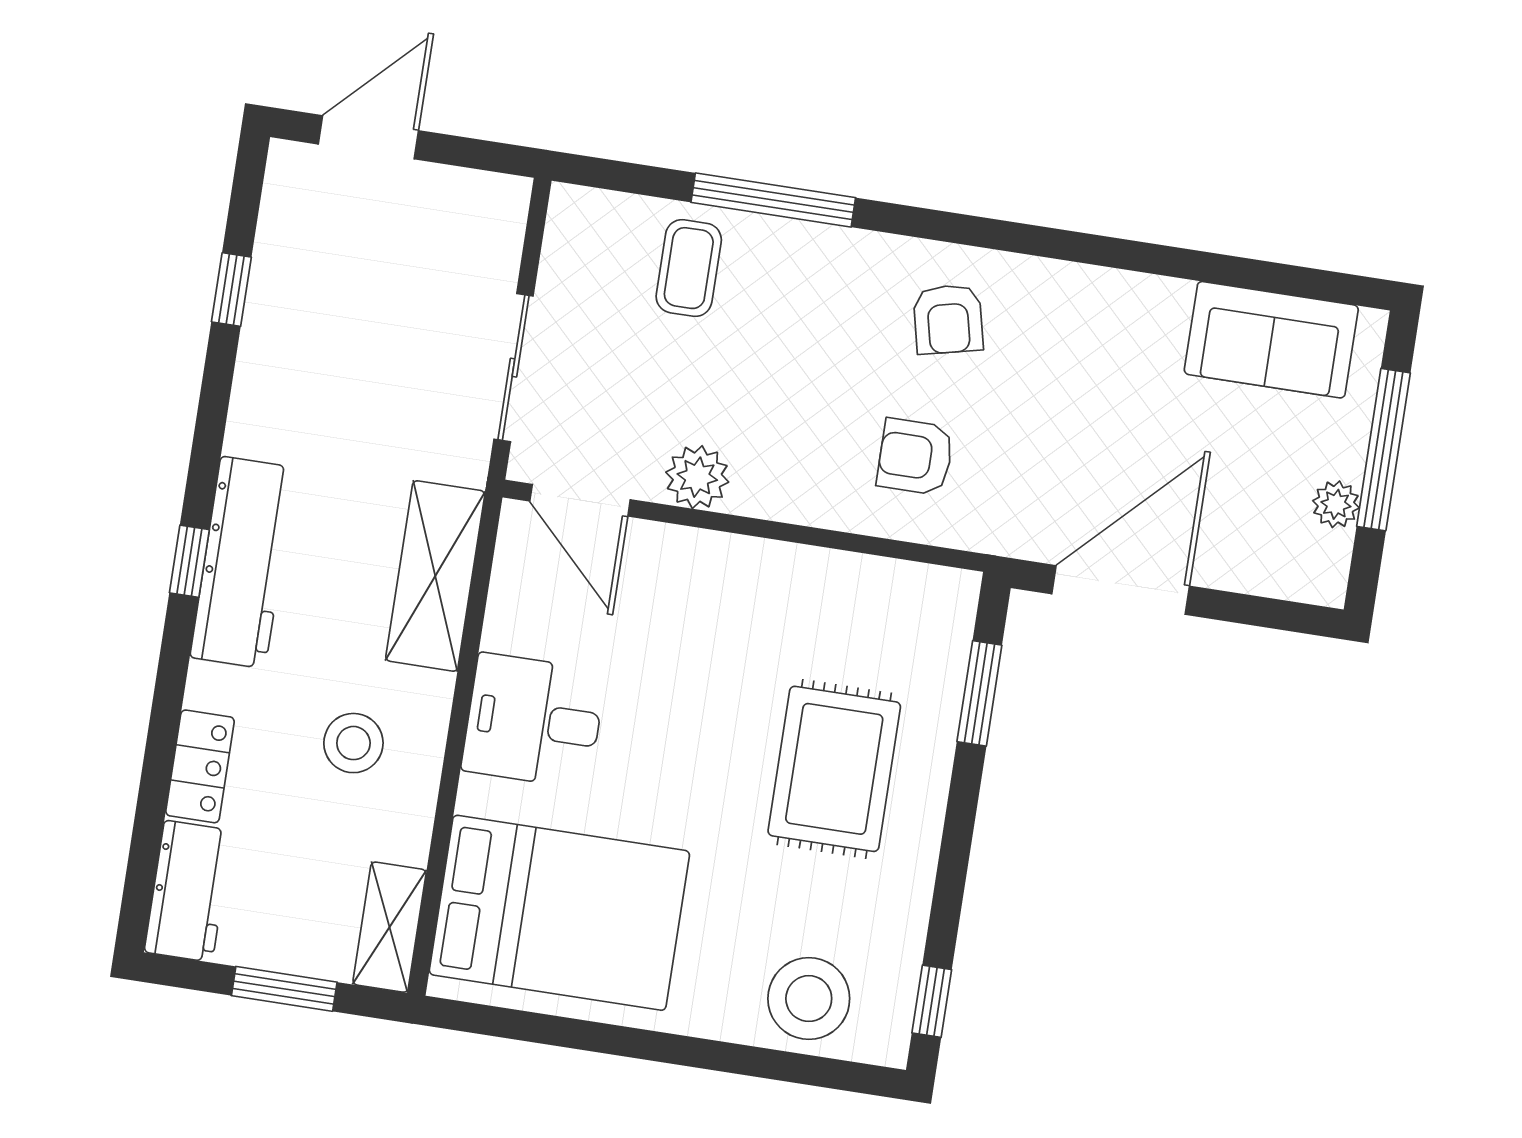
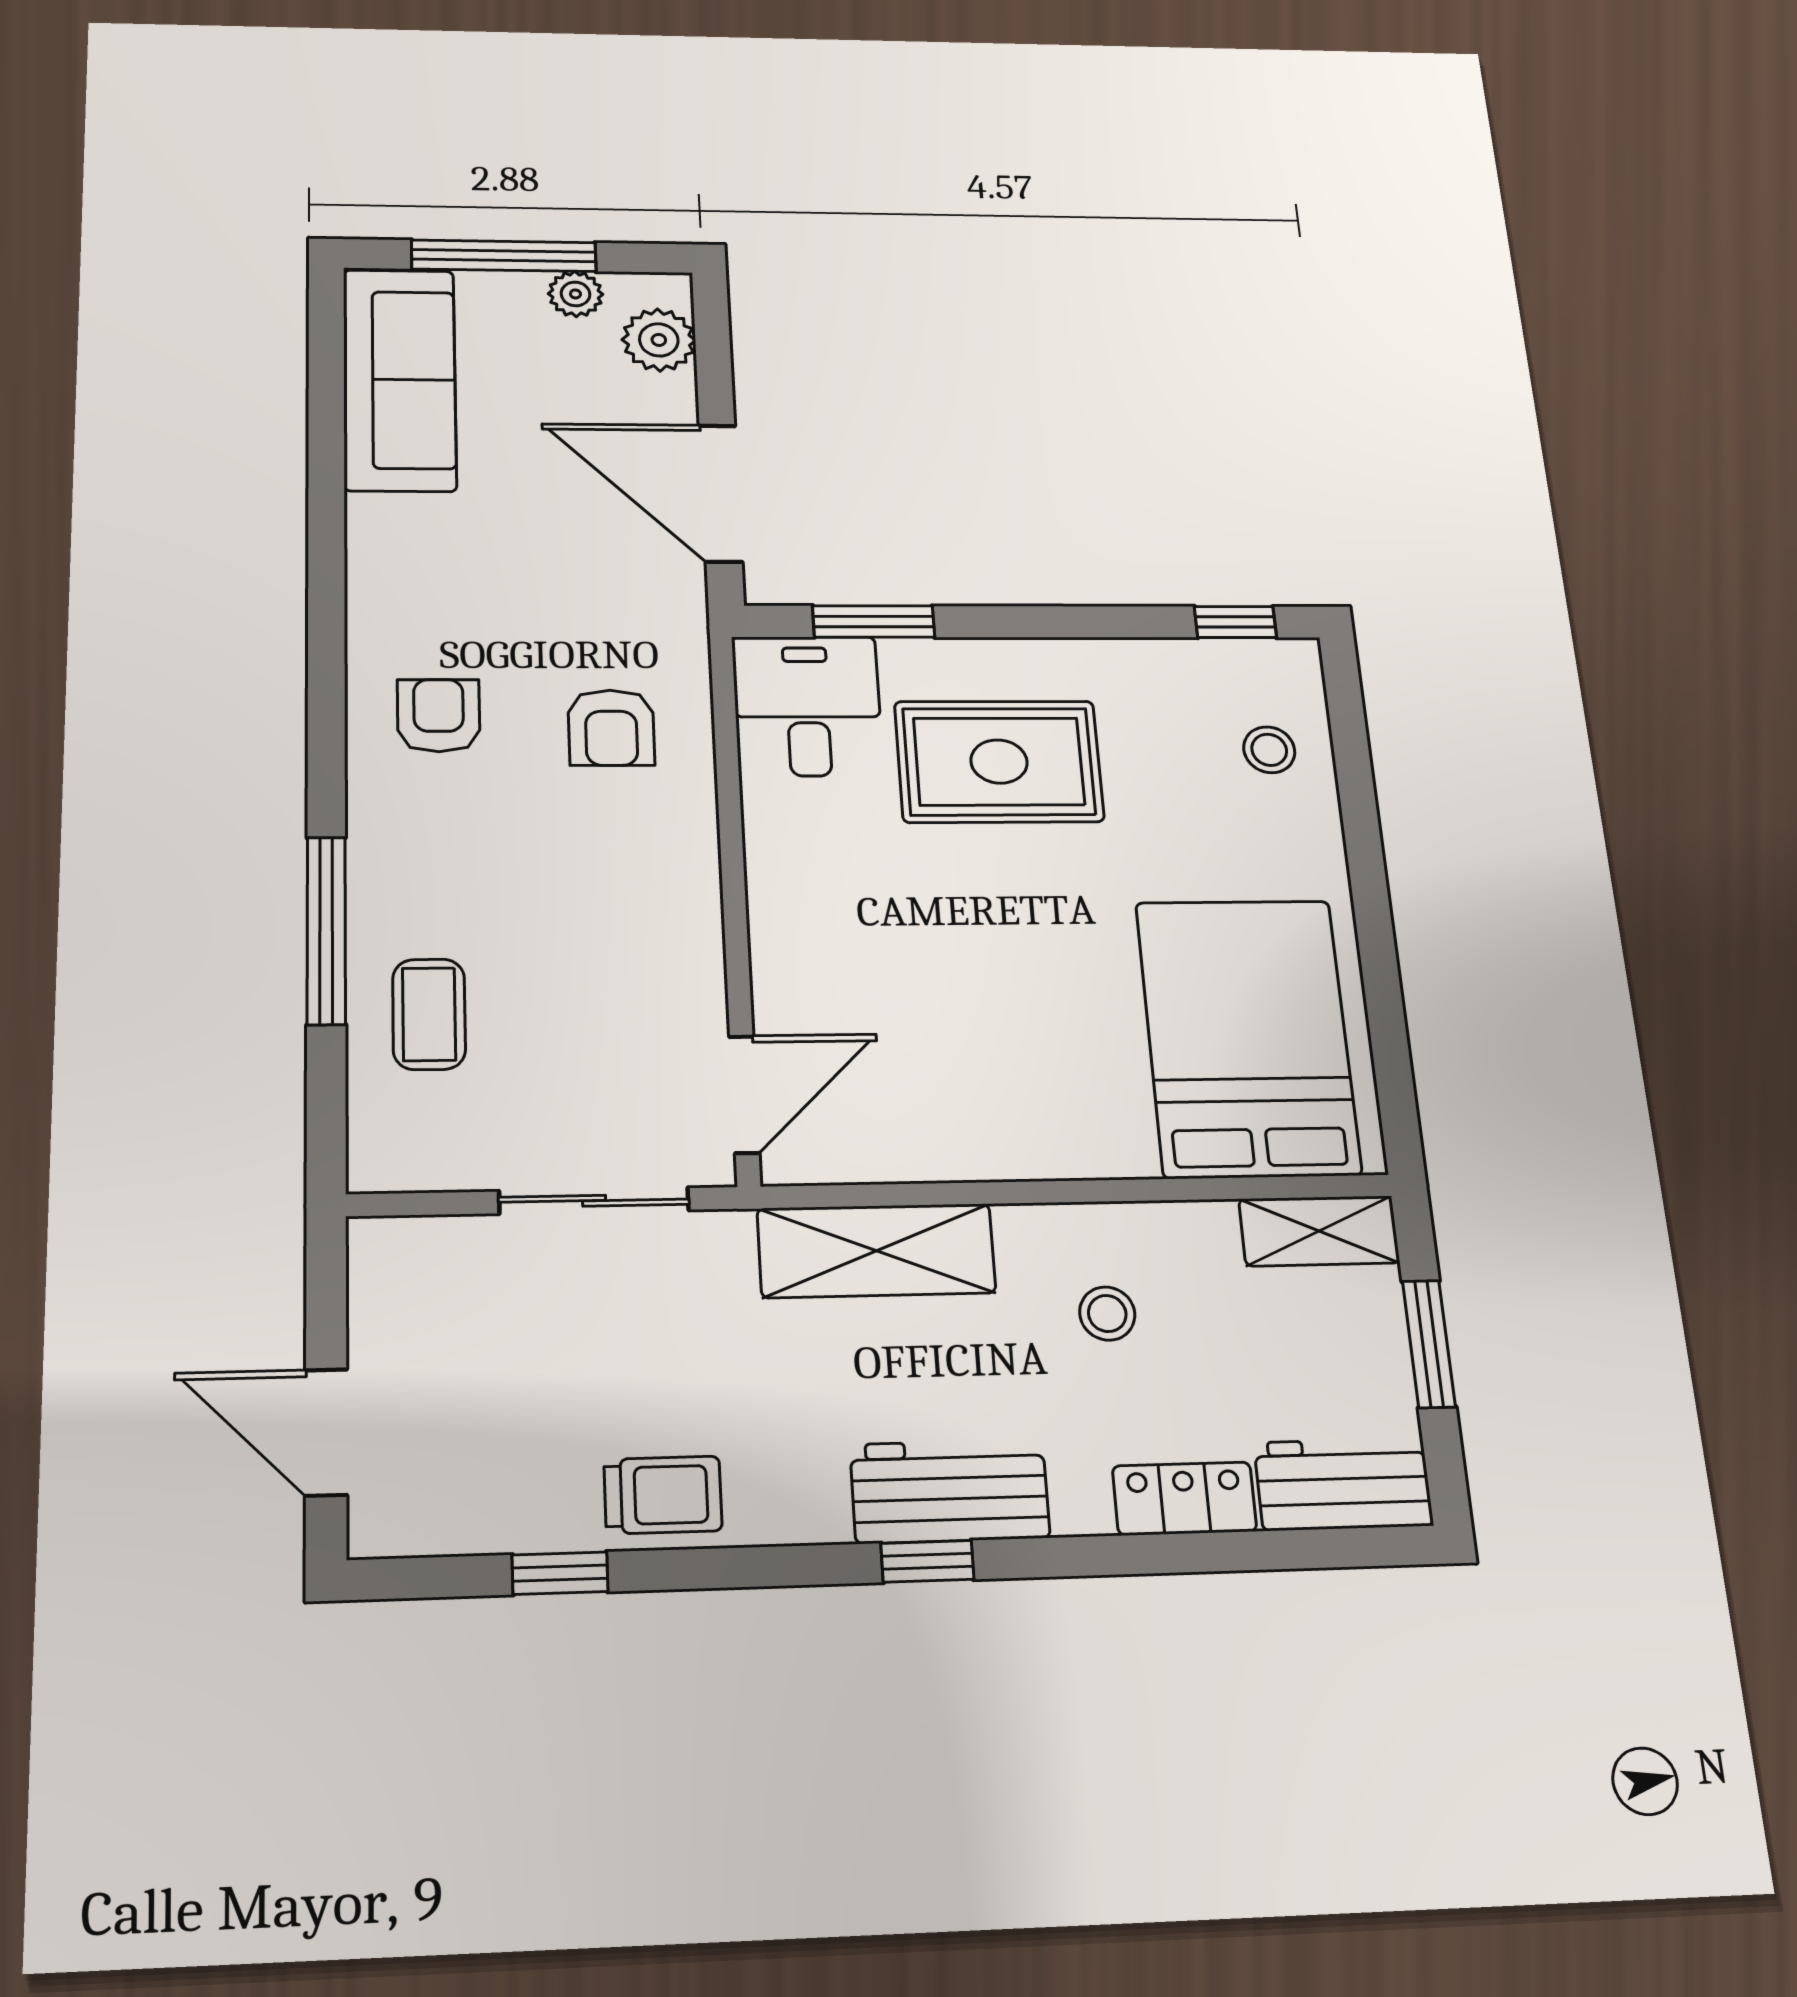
coffee table: (689, 268) -> (429, 1014), turned 90
armchair: (948, 319) -> (439, 716), turned -77
sofa: (1271, 340) -> (399, 379), width x1.36
trolley: (275, 376) -> (663, 1495), added
plant: (697, 477) -> (659, 340), moved
workbench: (243, 563) -> (950, 1491), width x0.73
desk: (534, 721) -> (807, 706), moved, turned 180
stool: (353, 743) -> (1107, 1314), width x0.73, depth x0.73
stool: (809, 999) -> (1269, 750), width x0.53, depth x0.53

